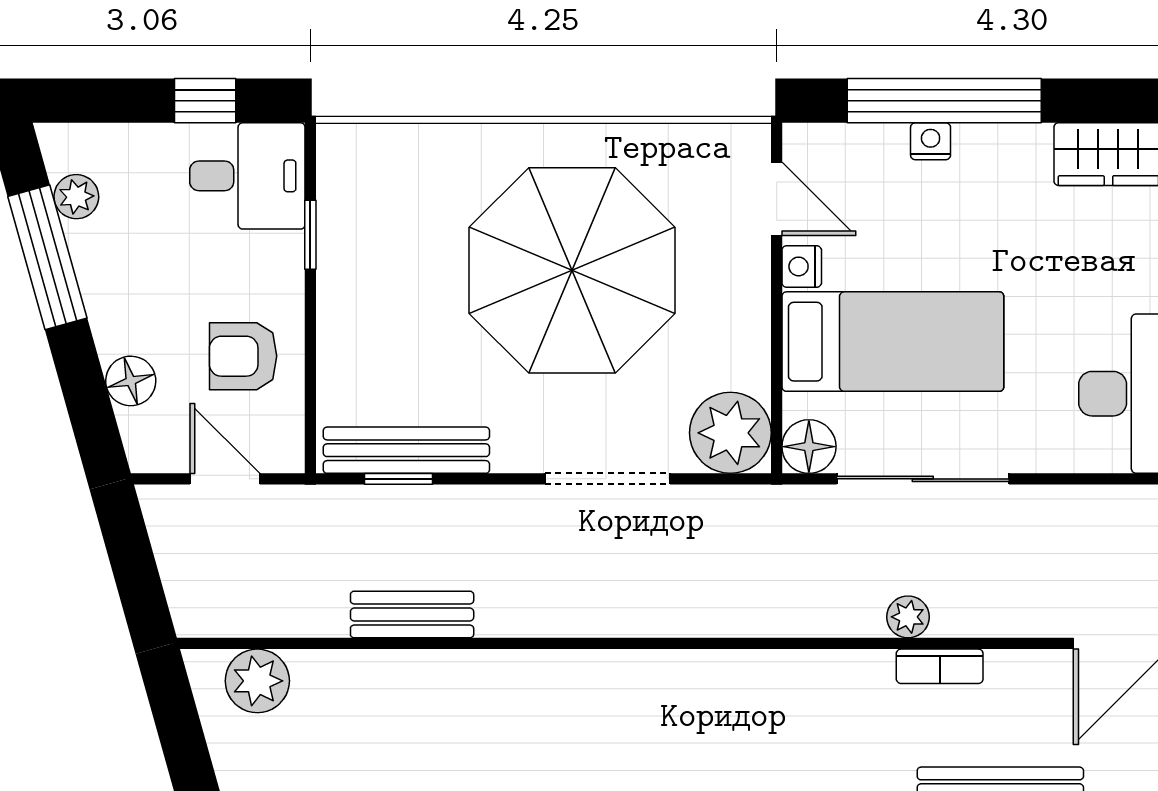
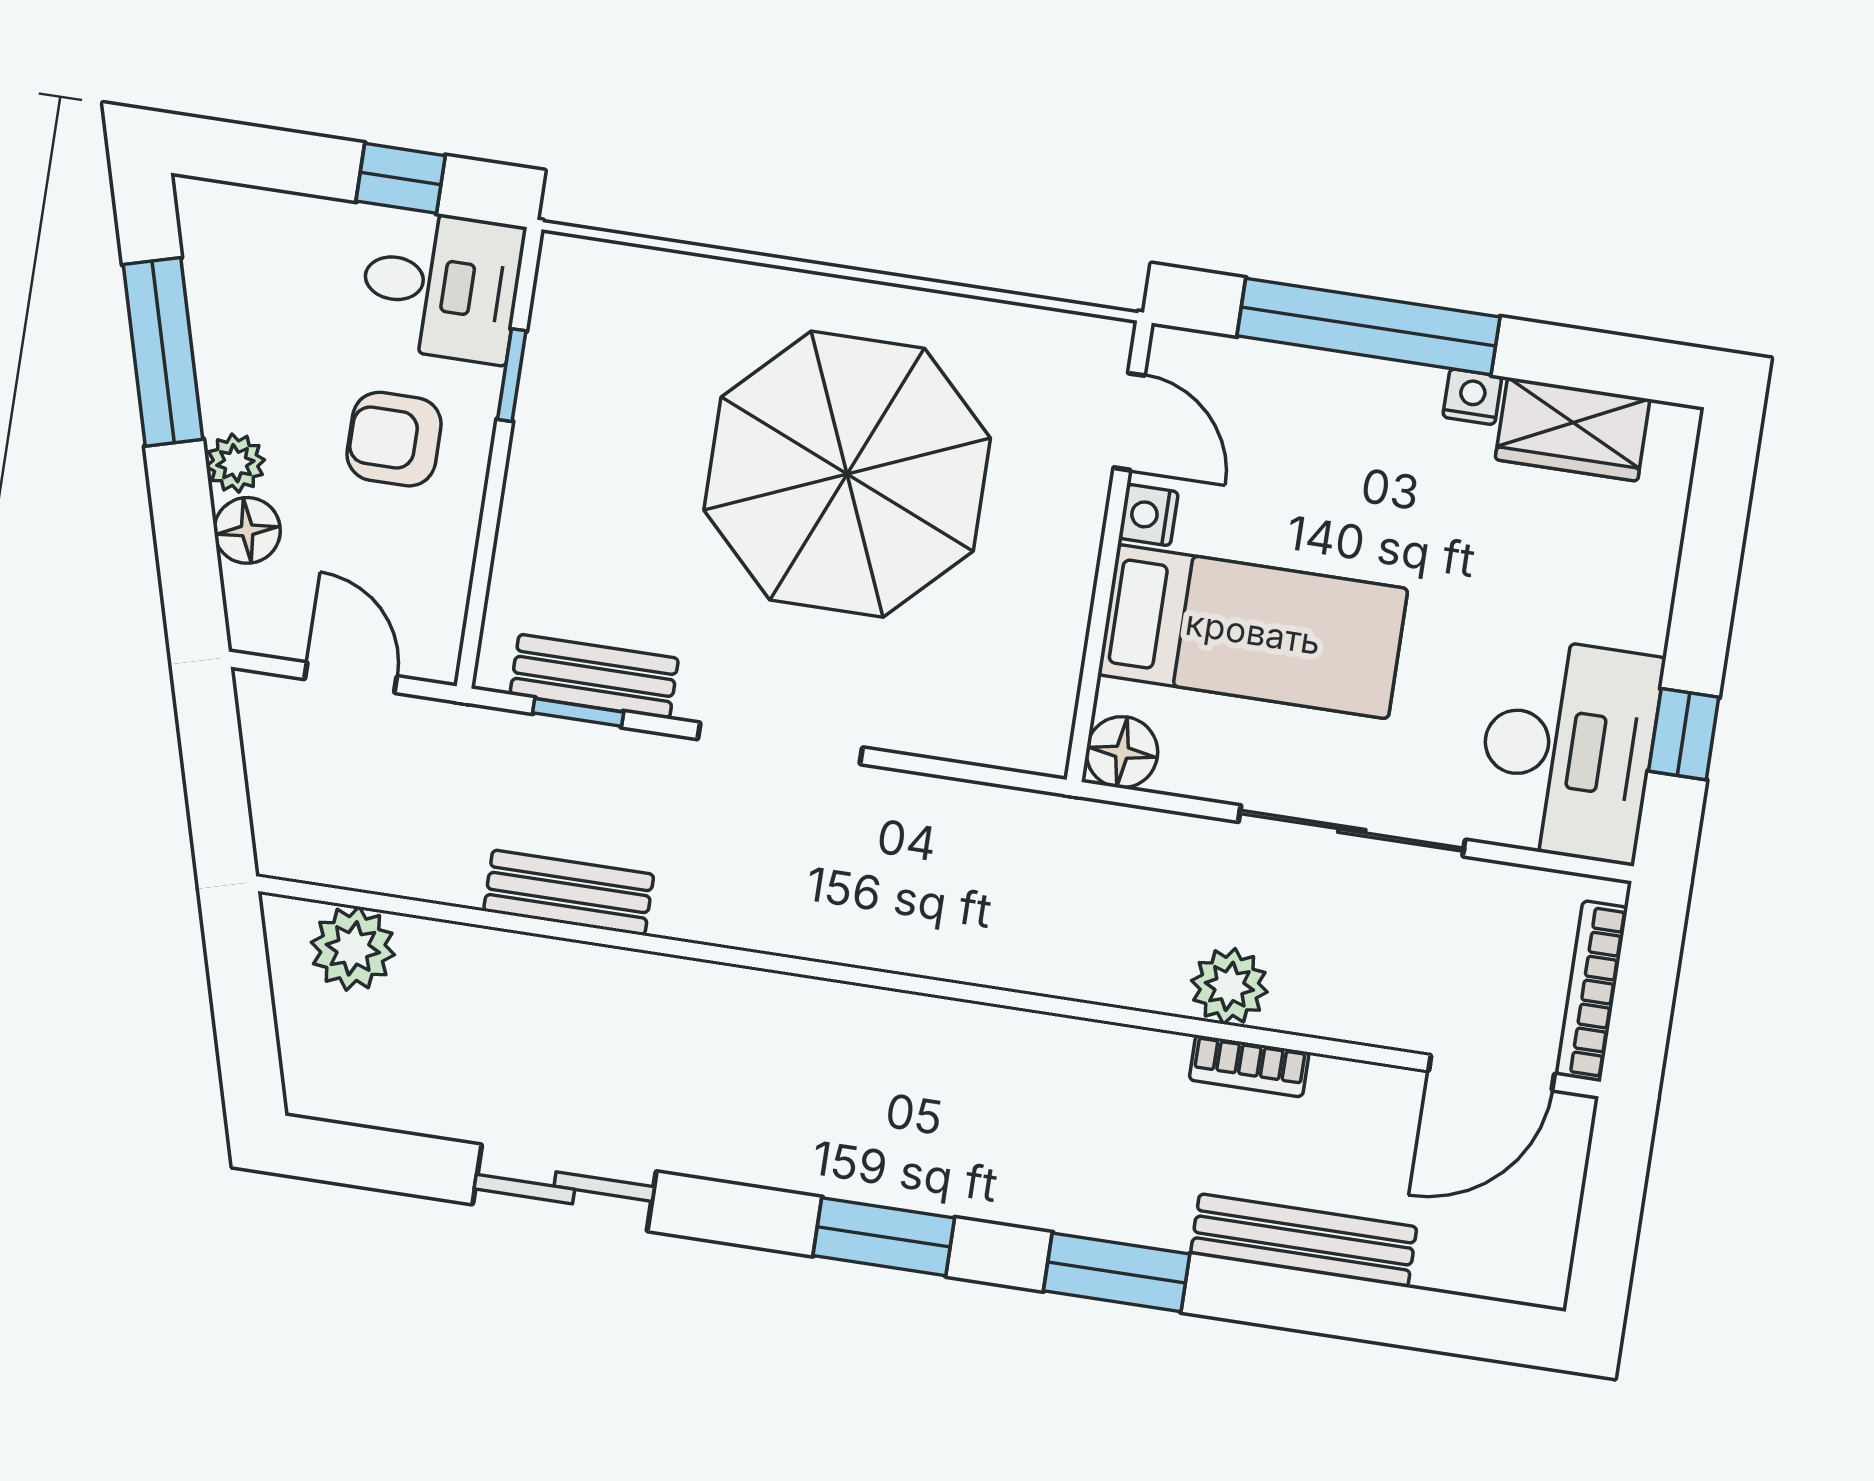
nightstand: (931, 141) -> (1472, 397), moved
plant: (76, 197) -> (235, 463), moved
armchair: (243, 356) -> (394, 439), moved
plant: (730, 433) -> (1022, 718), removed
bench: (406, 450) -> (594, 676), width x0.73
doorway: (607, 479) -> (780, 743), moved
sliding door: (923, 479) -> (1352, 831), moved
plant: (908, 617) -> (1229, 986), width x1.38, depth x1.38

